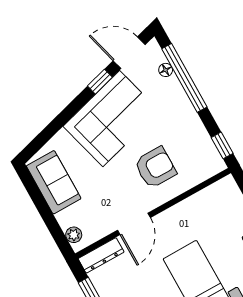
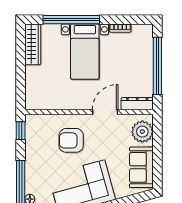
plant: (74, 235) -> (142, 132), width x1.87, depth x1.87

